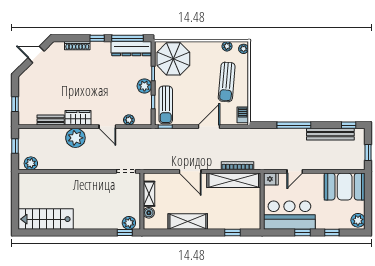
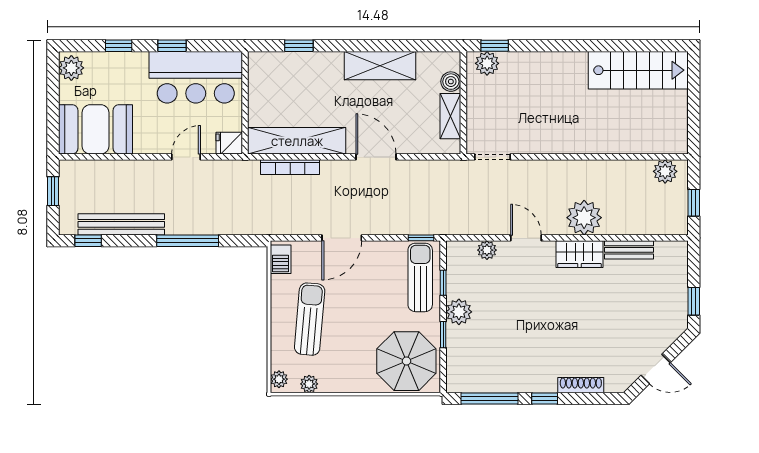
dresser: (131, 49) -> (483, 380), removed
window: (15, 104) -> (694, 301), moved

